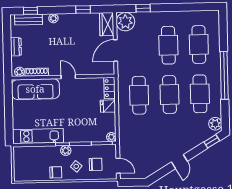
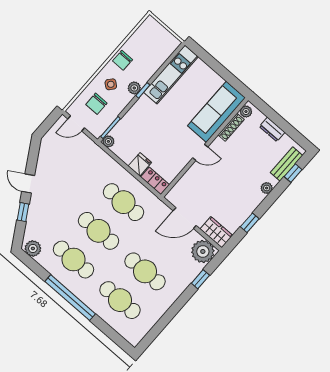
door: (115, 50) -> (185, 218), swing flipped
window: (212, 141) -> (23, 212), moved

